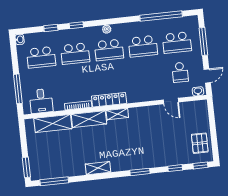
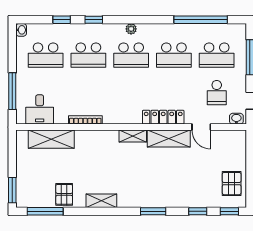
locker: (109, 100) -> (163, 117), moved
shelving: (89, 119) -> (169, 139), moved
pallet: (68, 166) -> (64, 194), added

